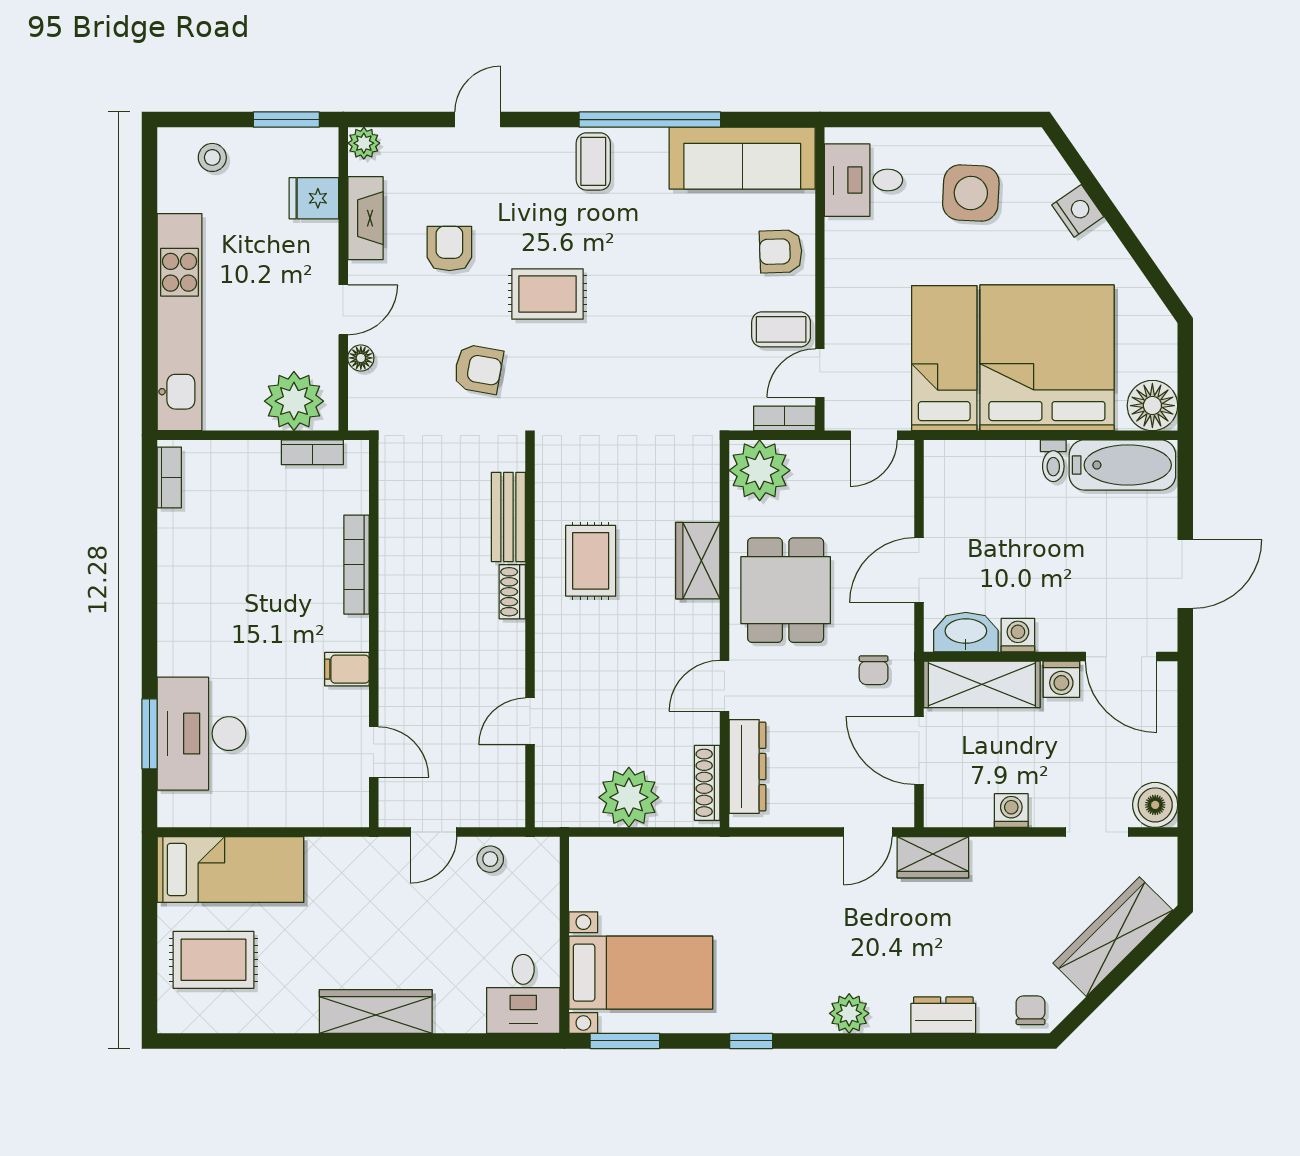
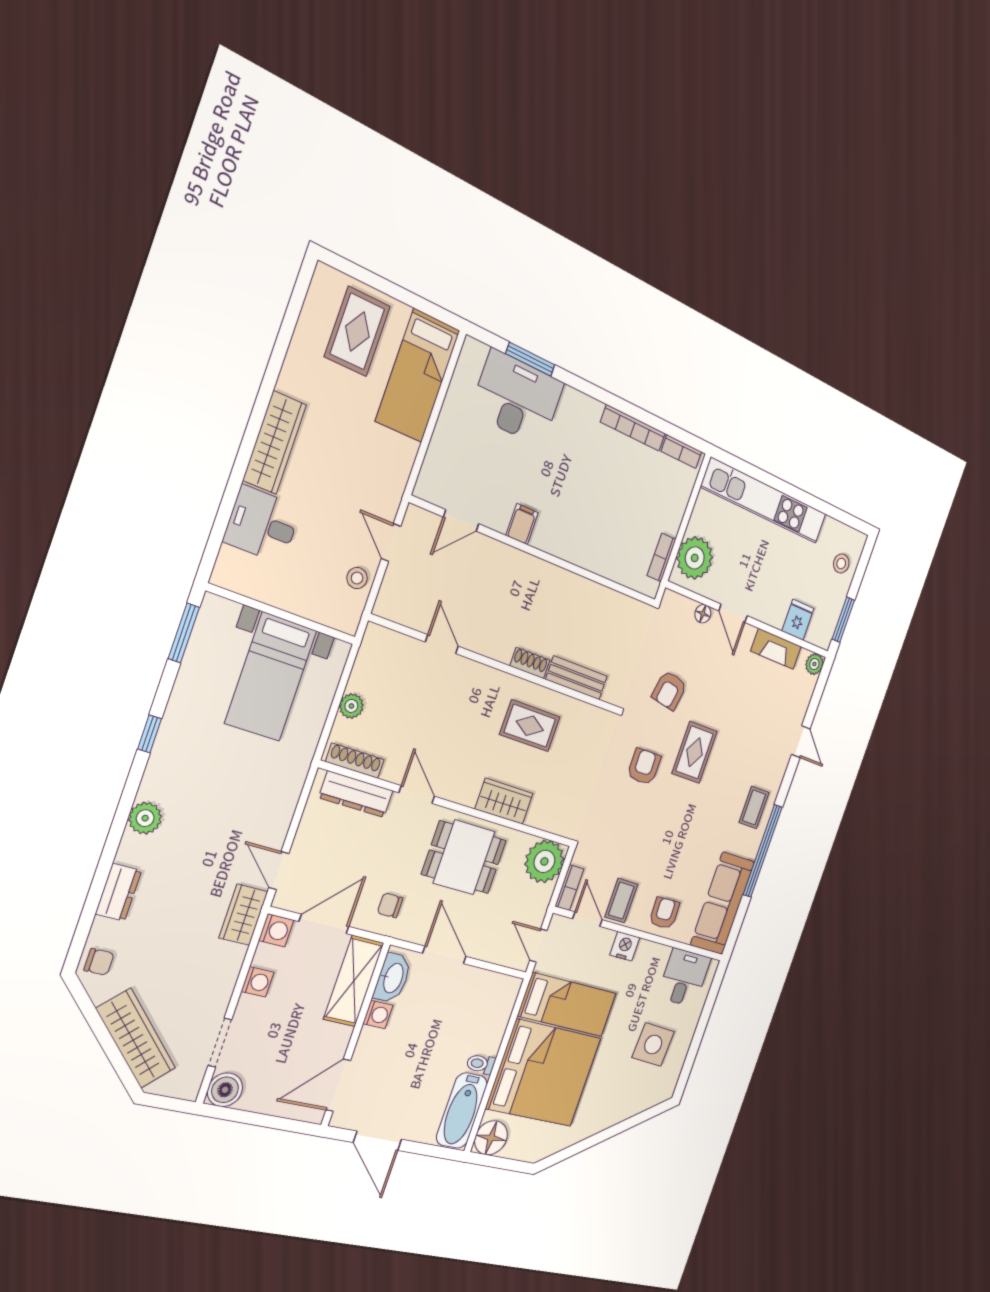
coffee table: (593, 161) -> (754, 807), turned 90
nightstand: (1078, 211) -> (625, 946), moved, turned -145
armchair: (449, 249) -> (644, 767), moved, turned -90
bookcase: (356, 565) -> (633, 428), moved, turned 180
washing machine: (1061, 679) -> (276, 930), moved, turned 180
plant: (629, 797) -> (351, 706), width x0.53, depth x0.53
bed with nightstands: (641, 973) -> (271, 677), moved
desk: (523, 994) -> (262, 524), moved

